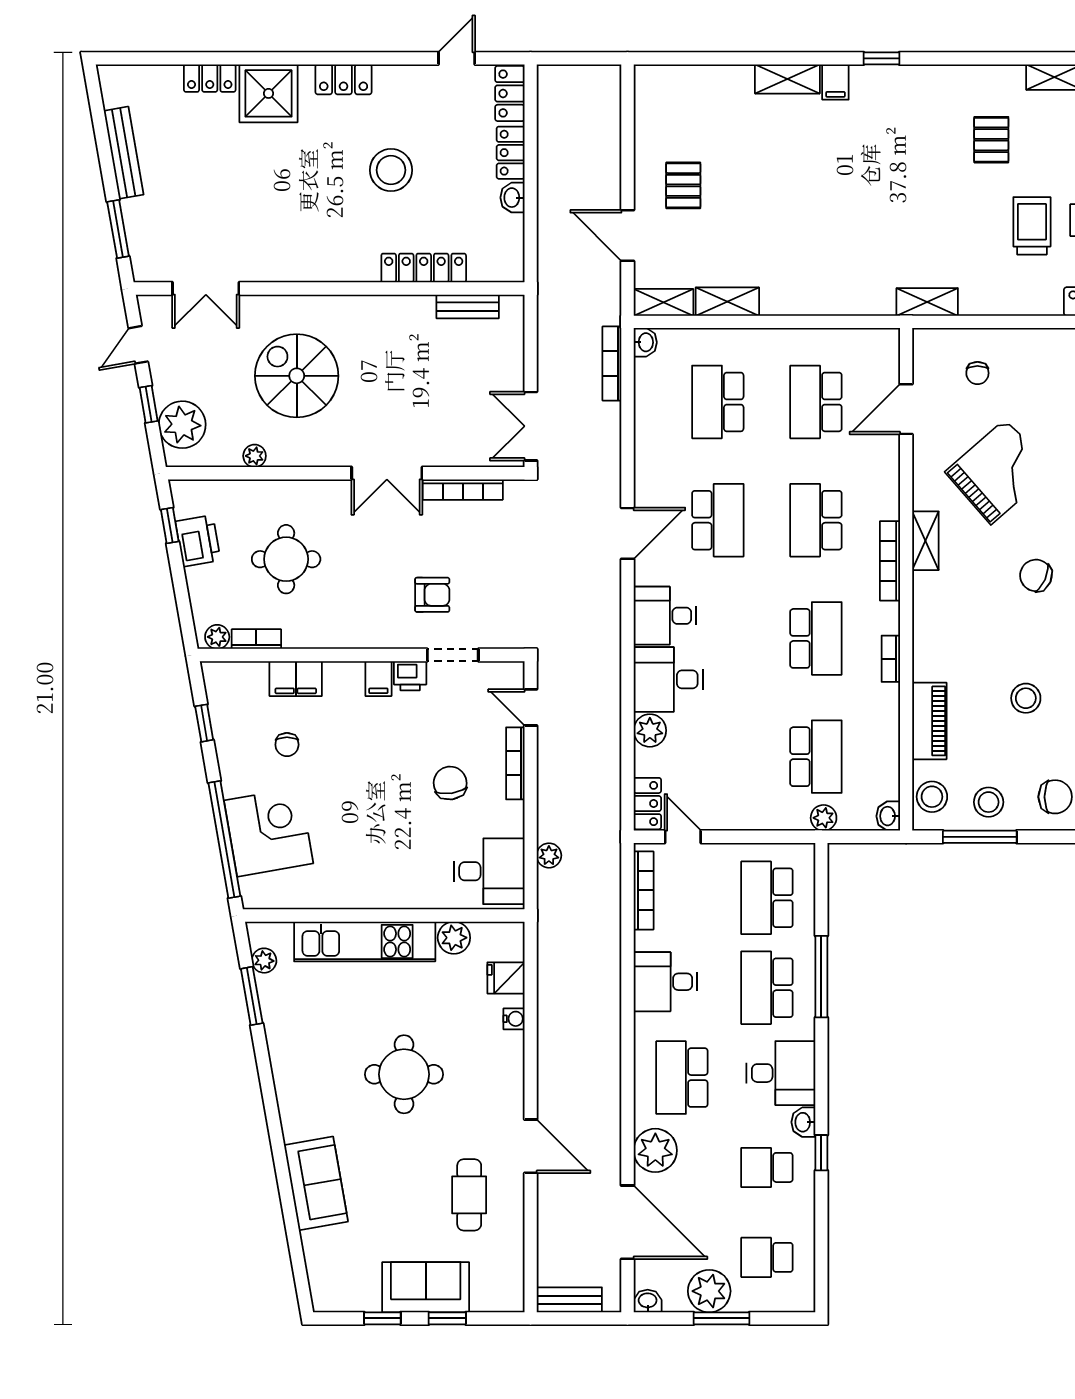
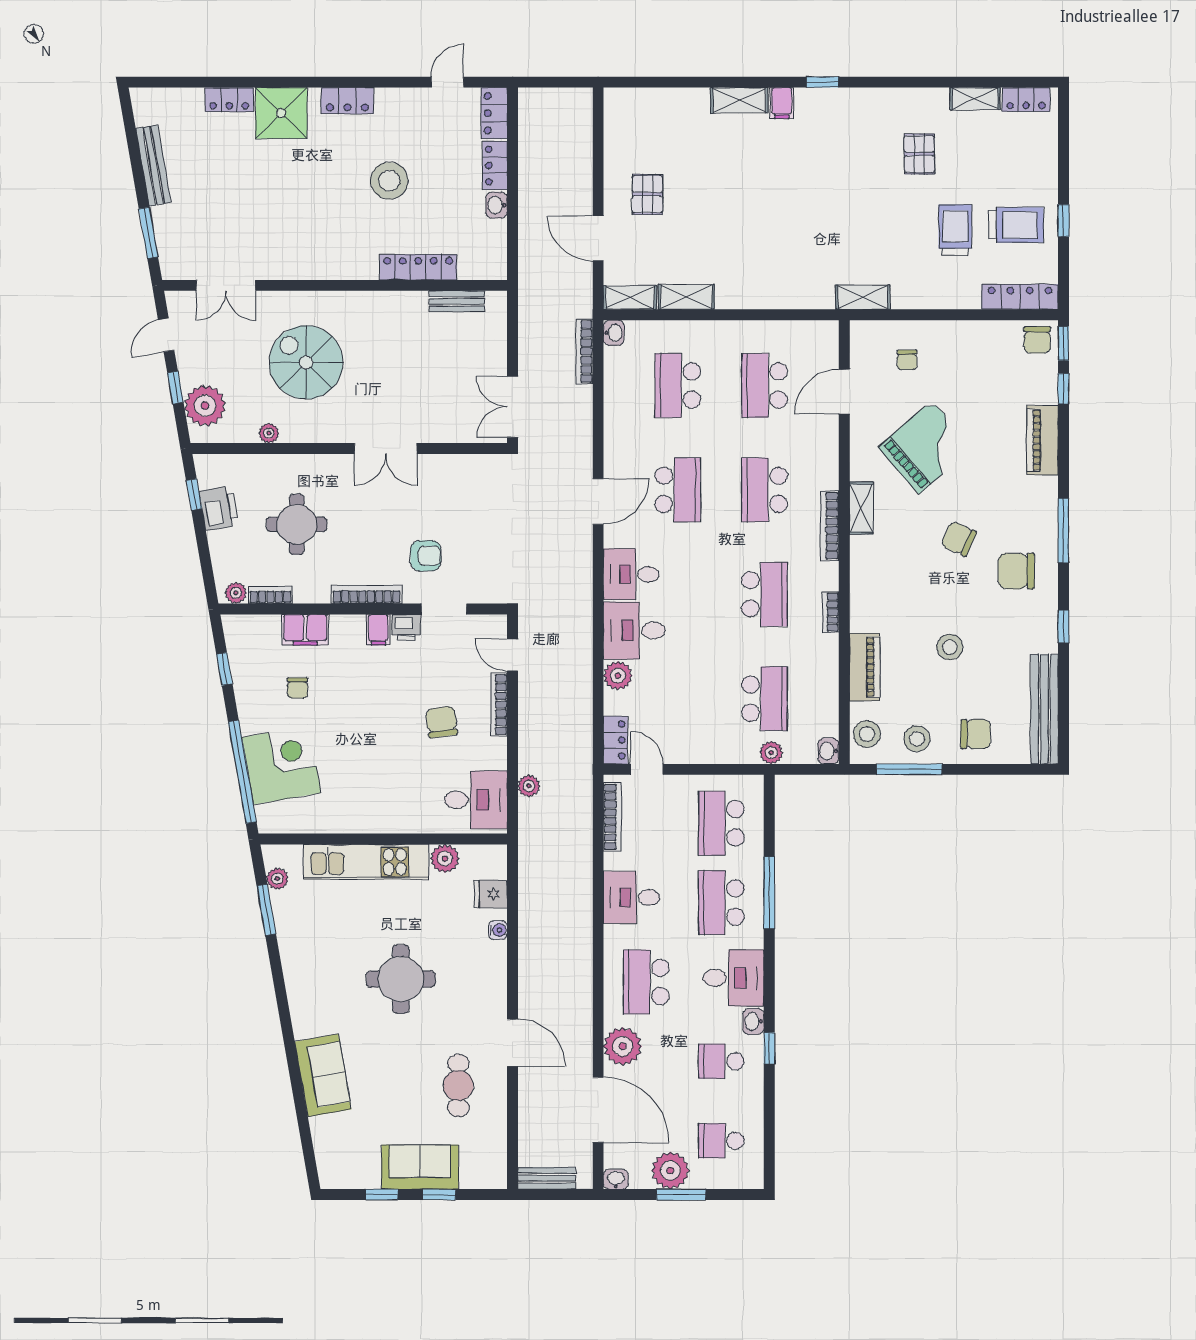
bookcase: (463, 490) -> (367, 595), moved, turned 180

